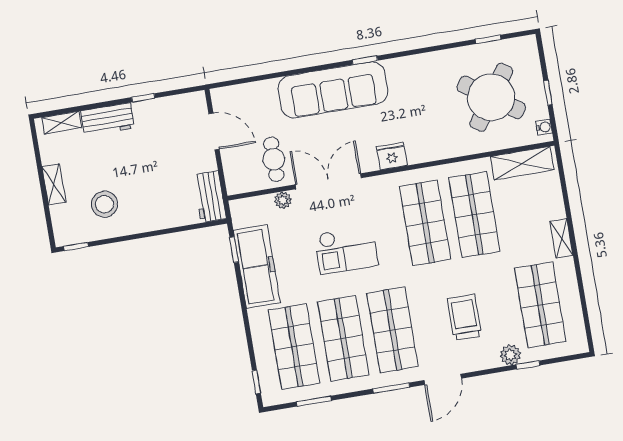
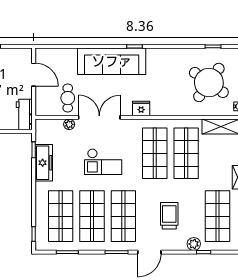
freezer: (257, 267) -> (44, 163), width x0.73, depth x0.79

